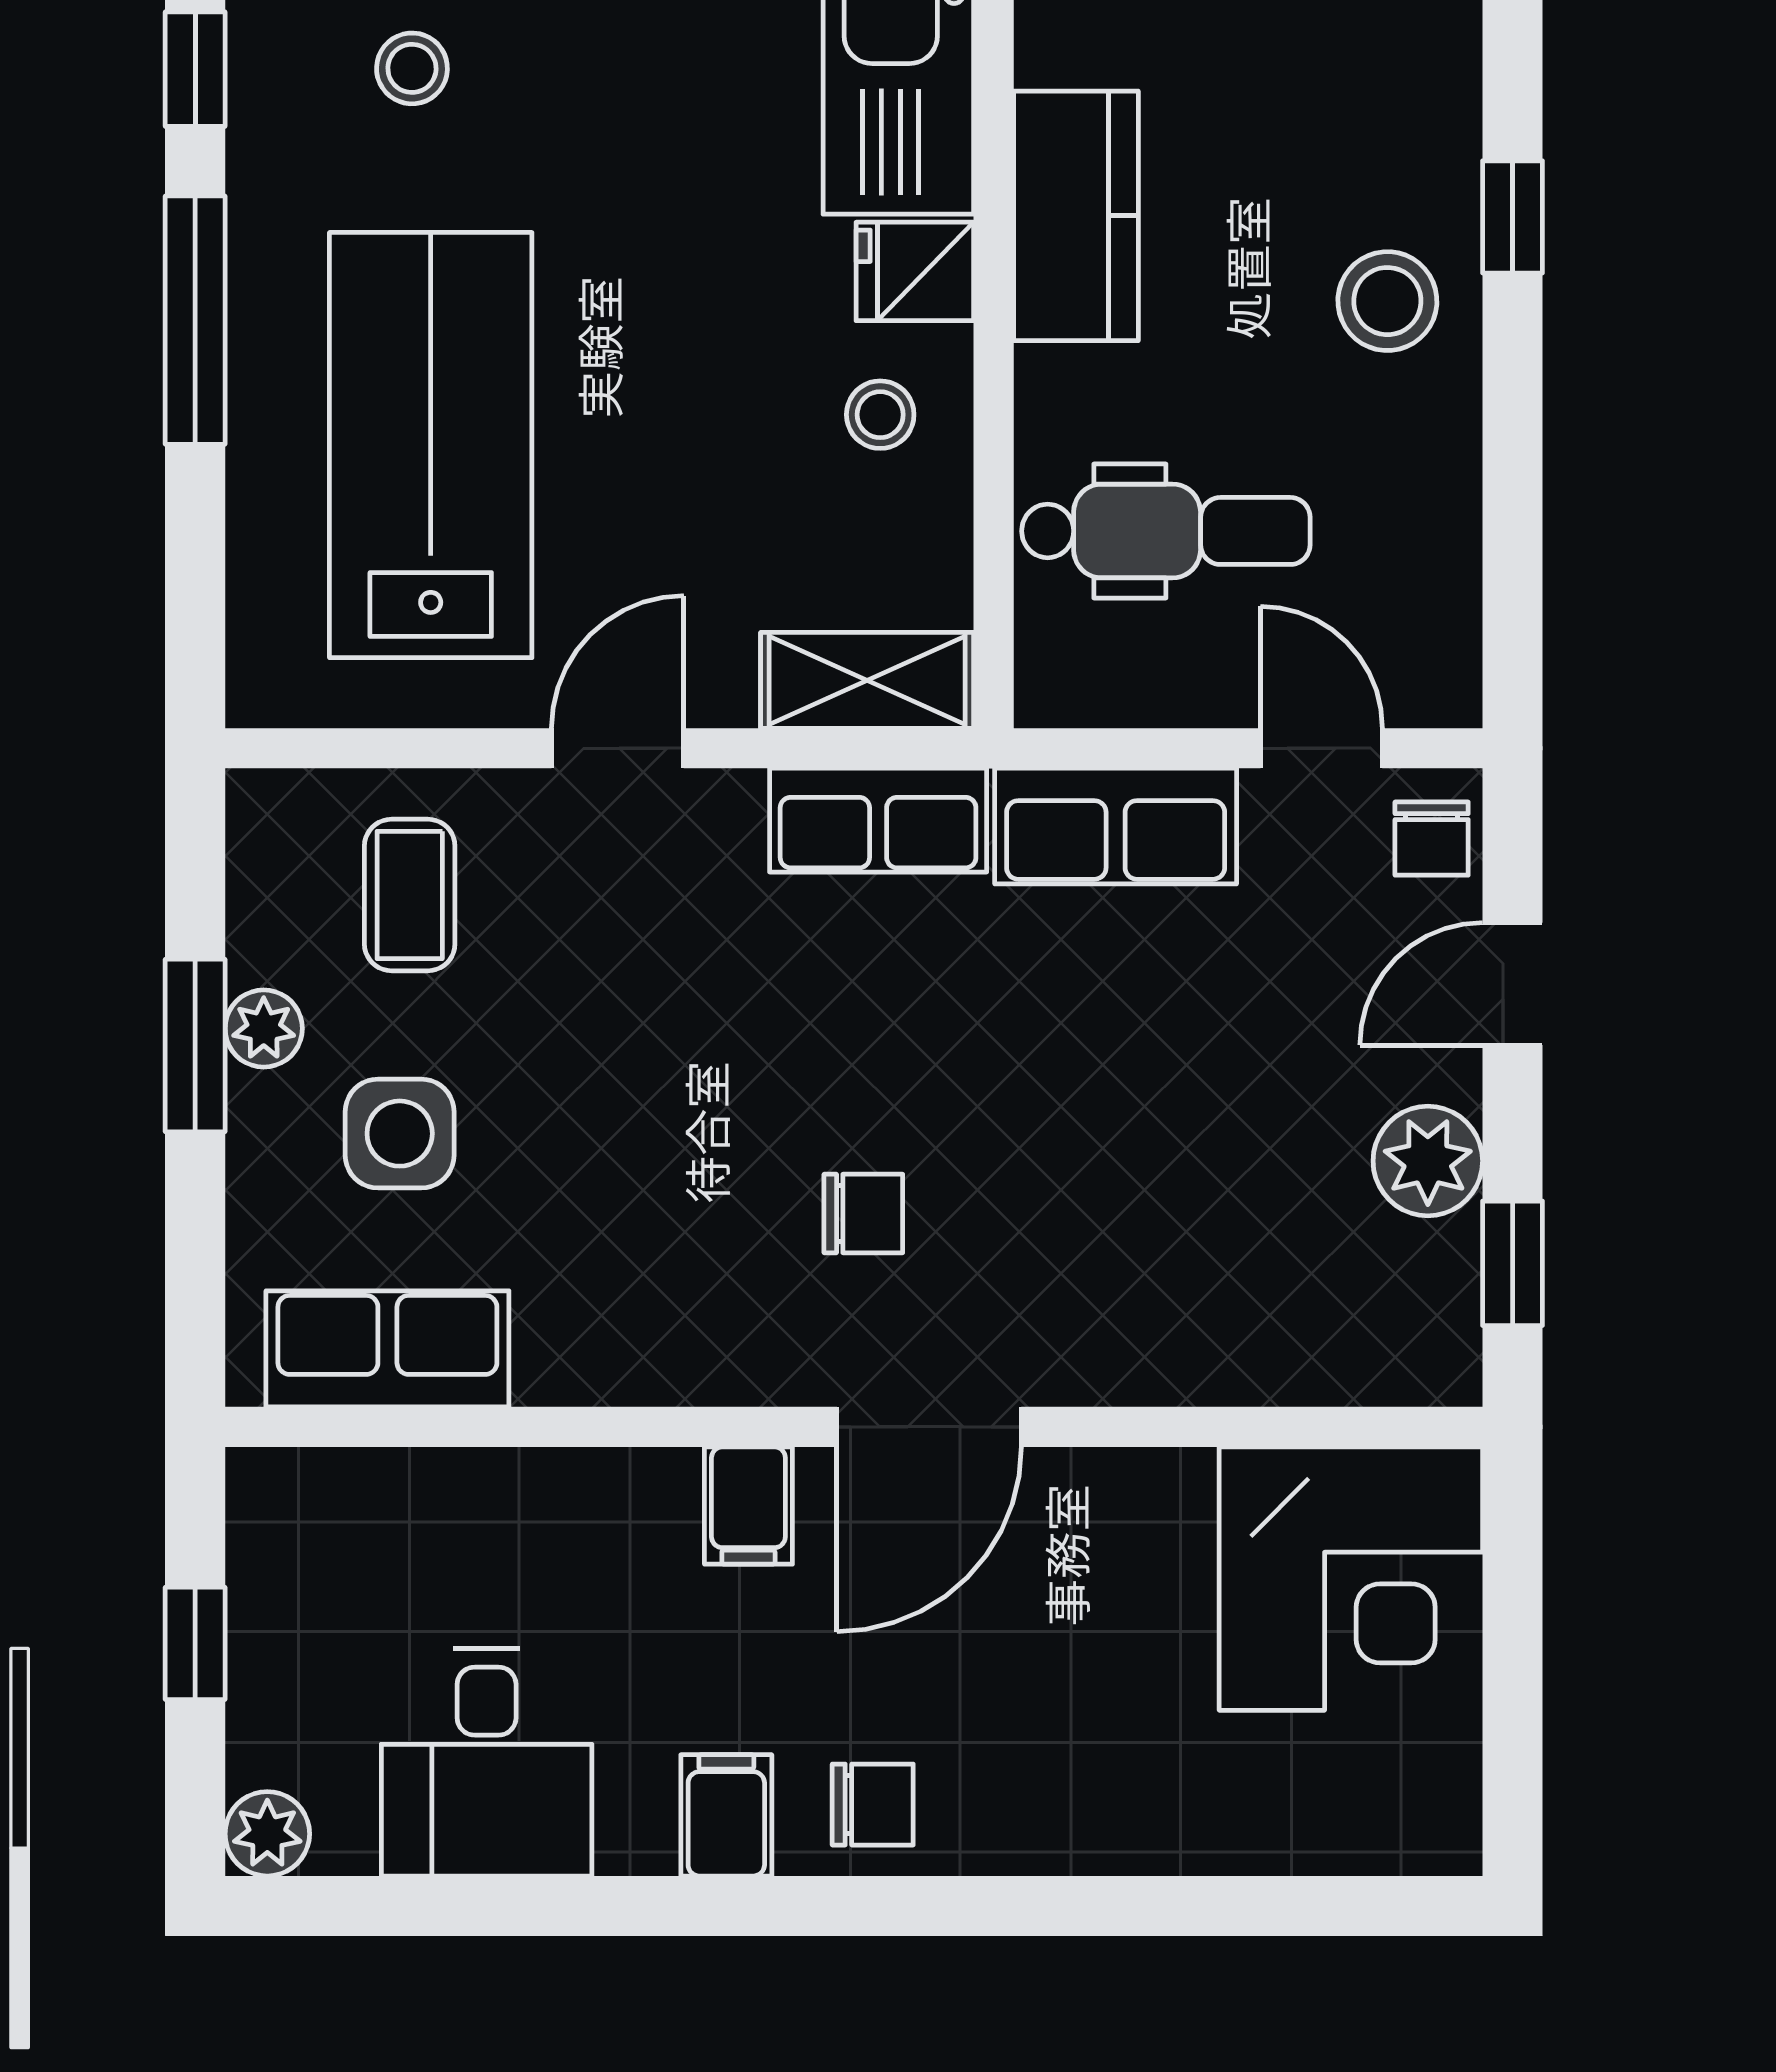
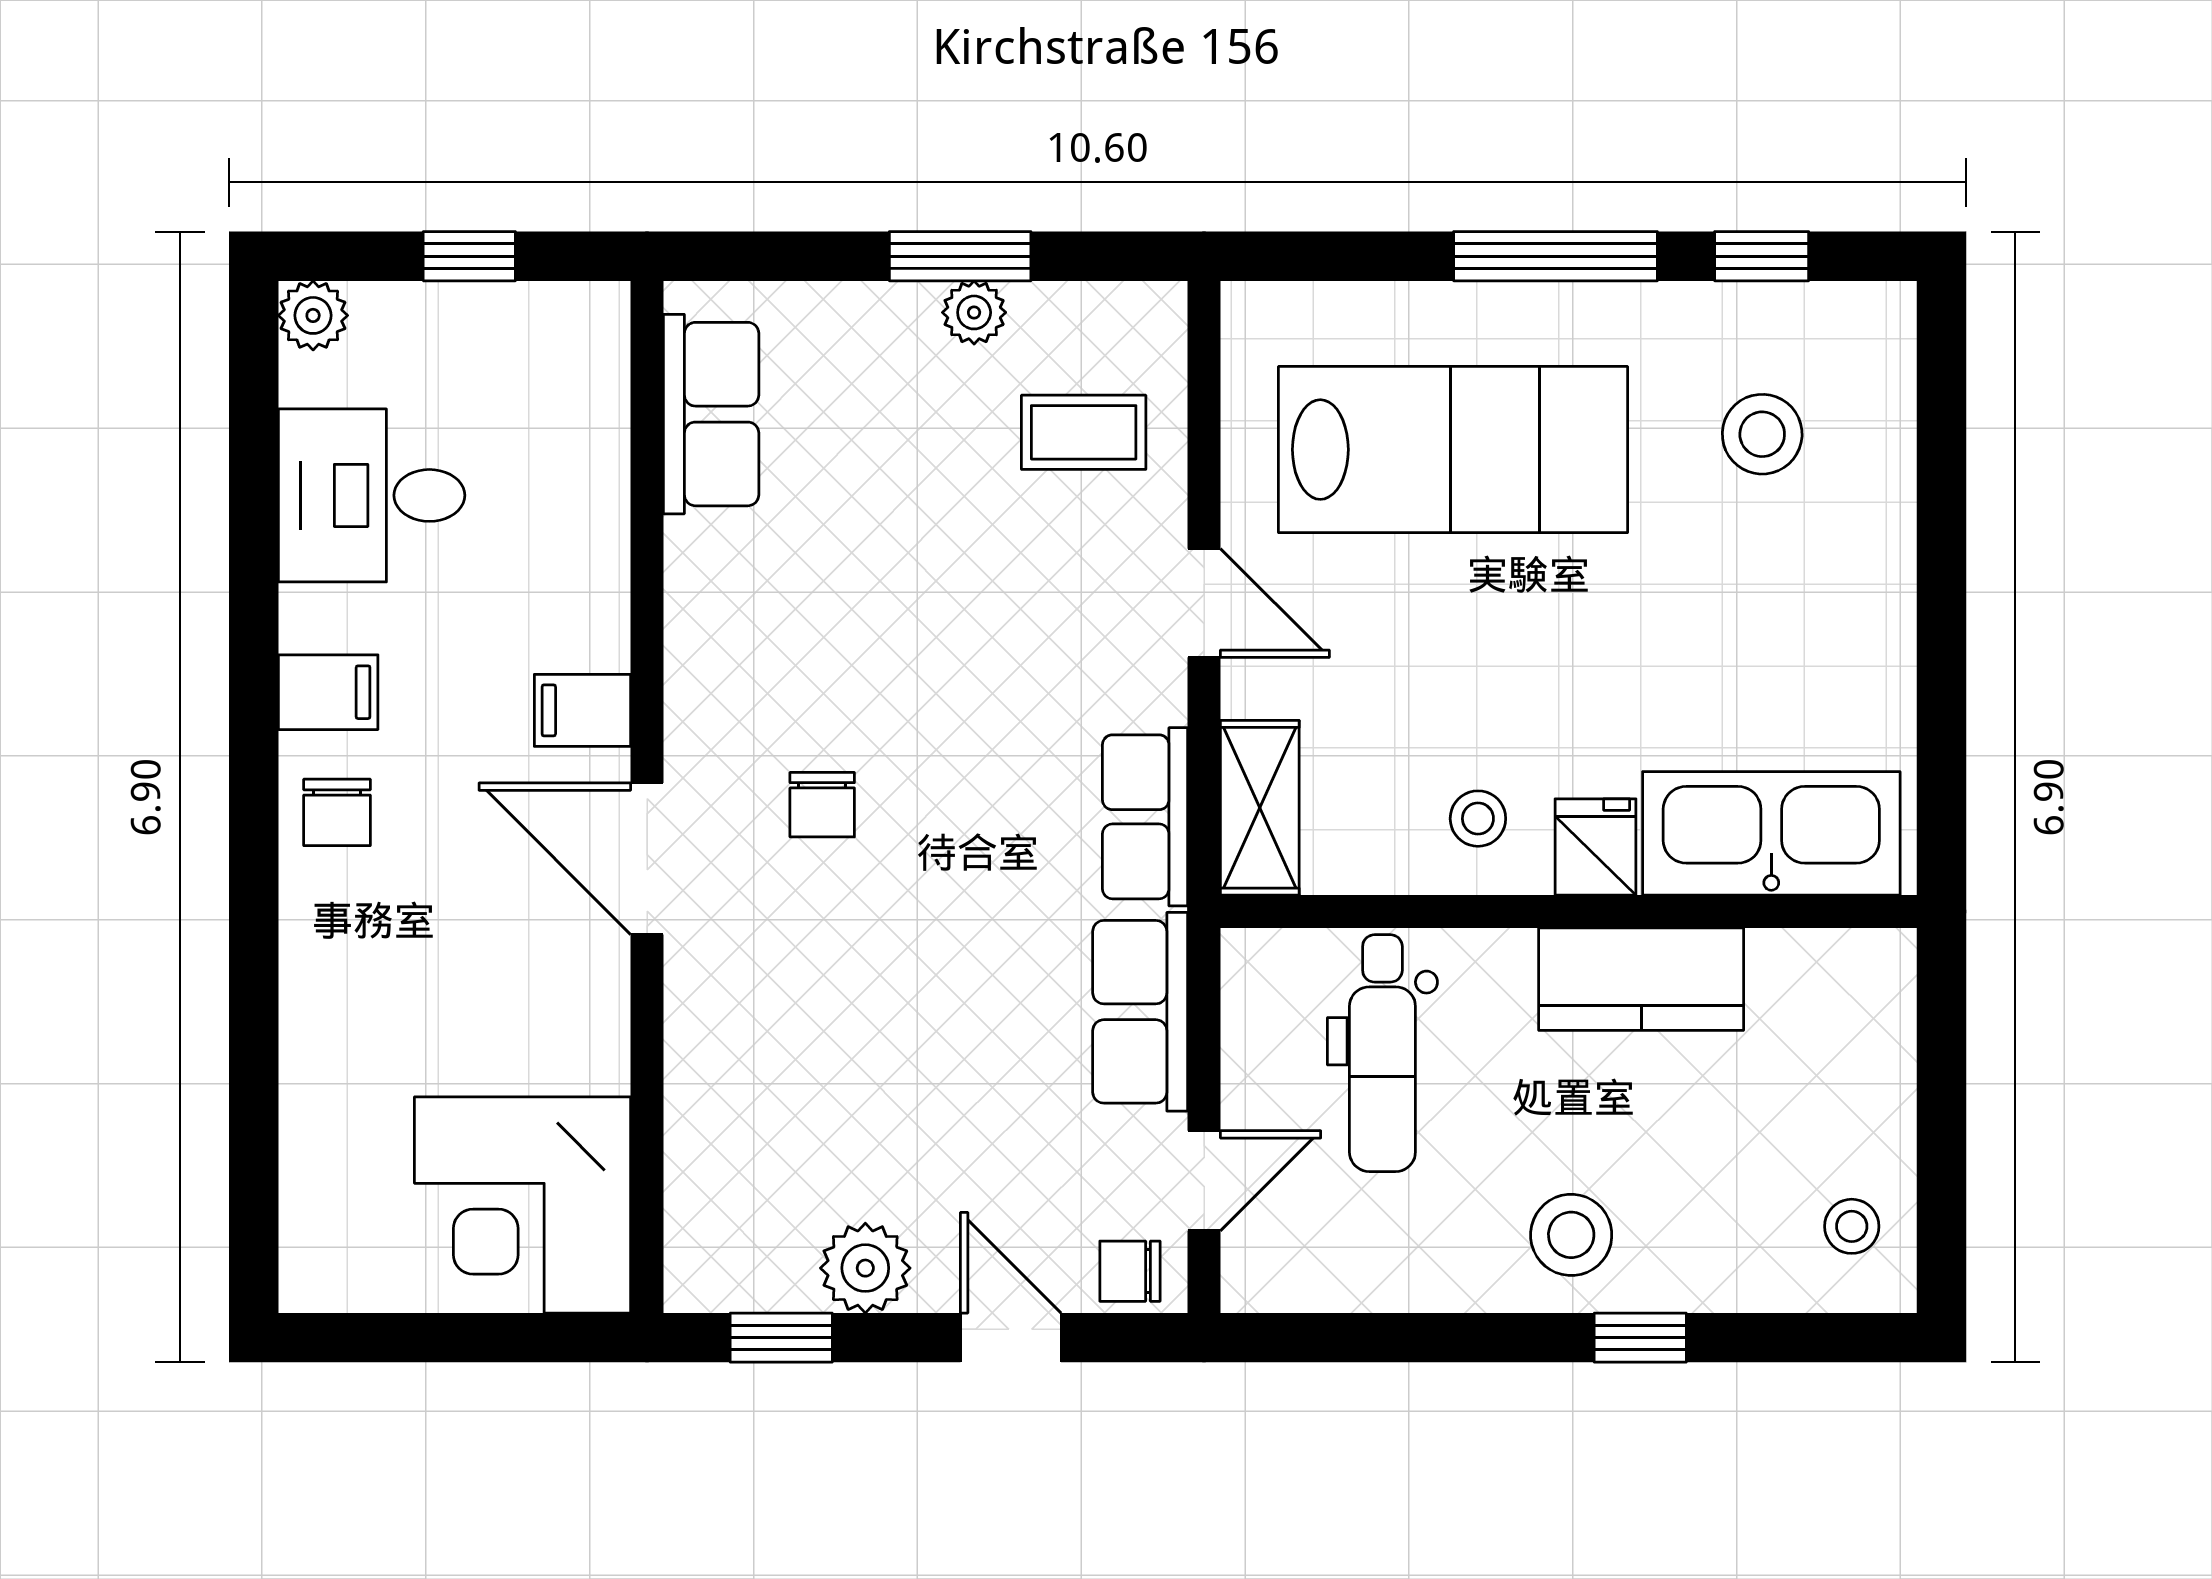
stool: (412, 68) -> (1762, 434), width x1.37, depth x1.37
side table: (400, 1134) -> (888, 424), removed

